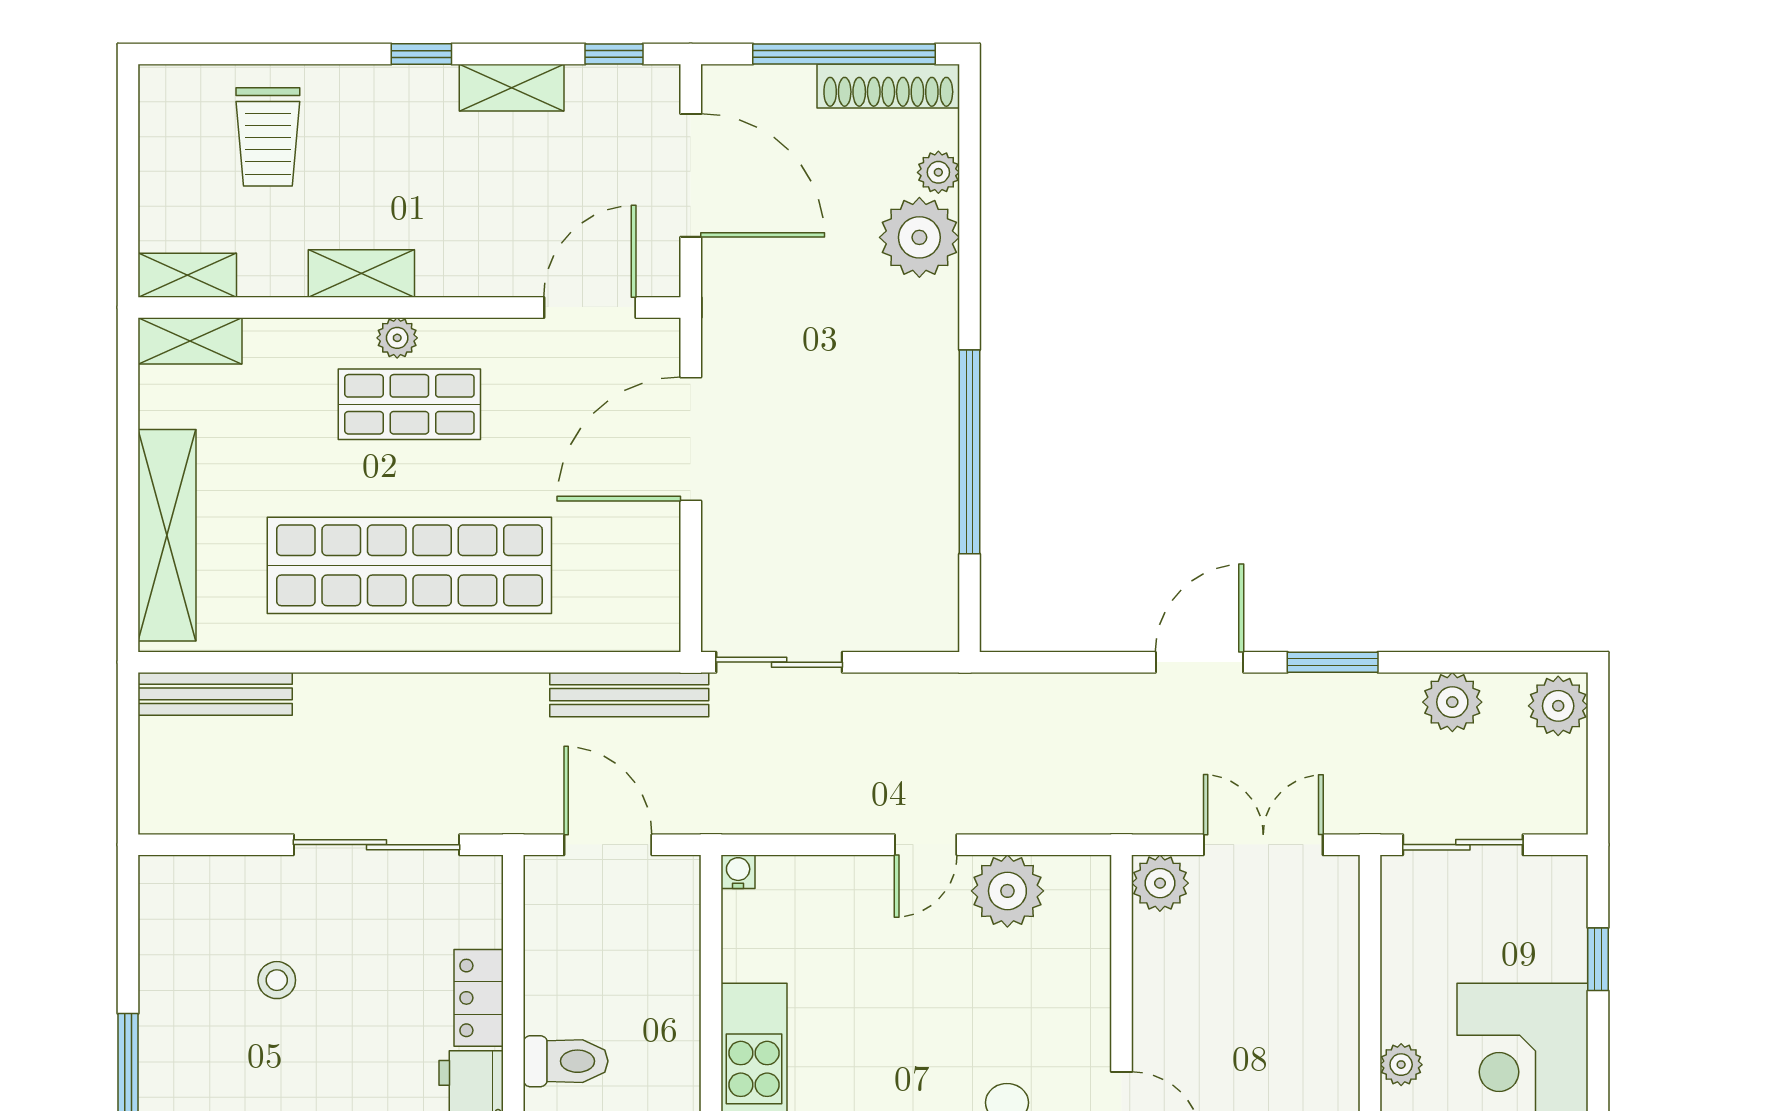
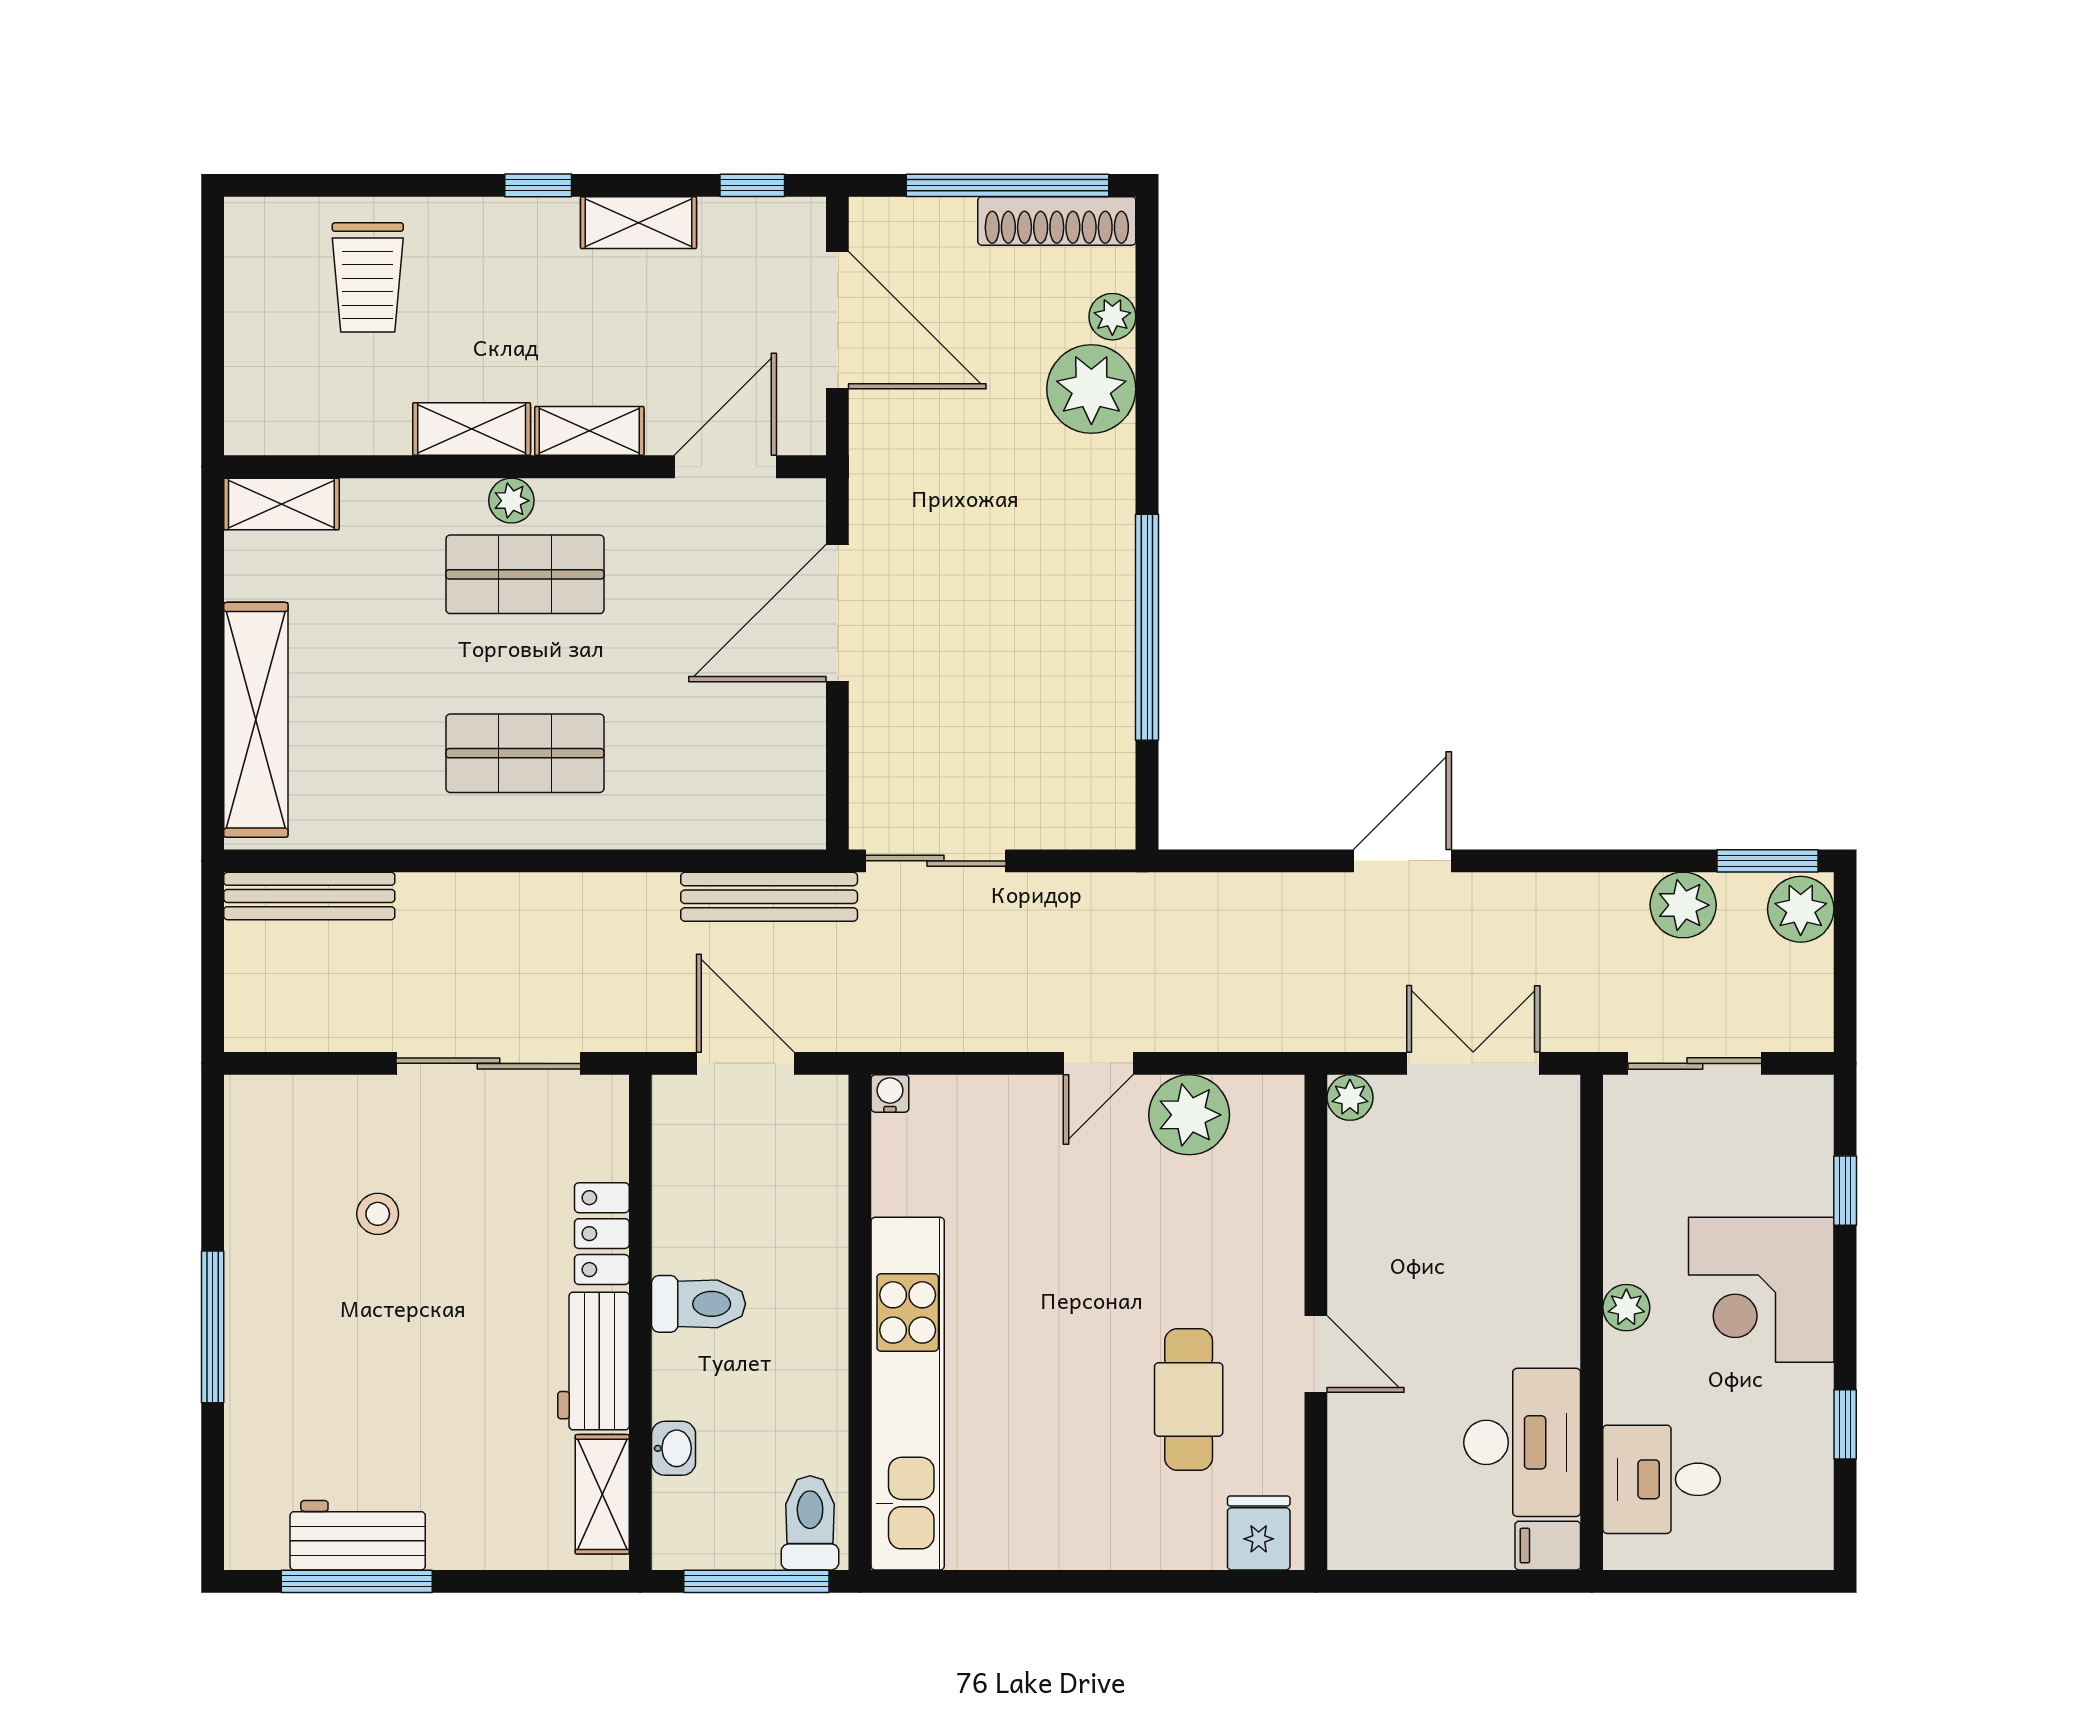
shelving: (187, 275) -> (589, 431), moved
shop shelf: (409, 565) -> (525, 753), width x0.50, depth x0.74
window: (1333, 662) -> (1767, 861), moved
plant: (1160, 883) -> (1350, 1098), width x0.73, depth x0.73

